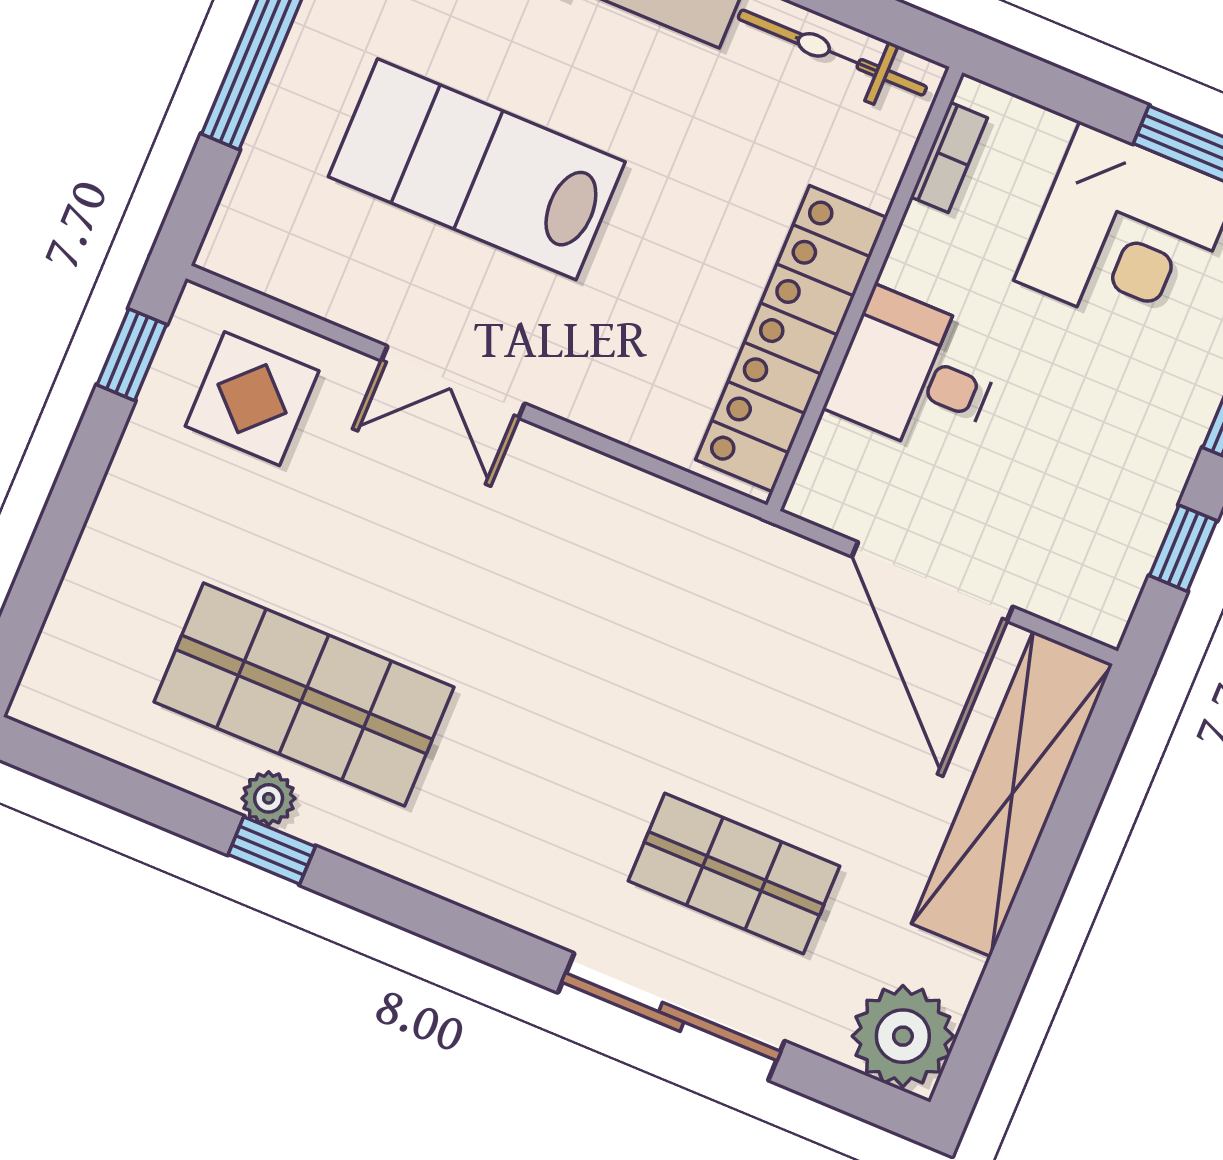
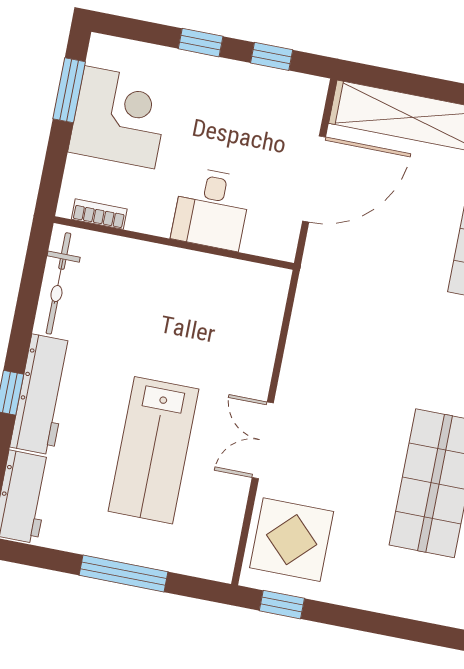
locker: (791, 339) -> (206, 275), removed
double door: (453, 382) -> (263, 440), swing flipped
display table: (252, 399) -> (292, 540), width x1.36, depth x1.36

